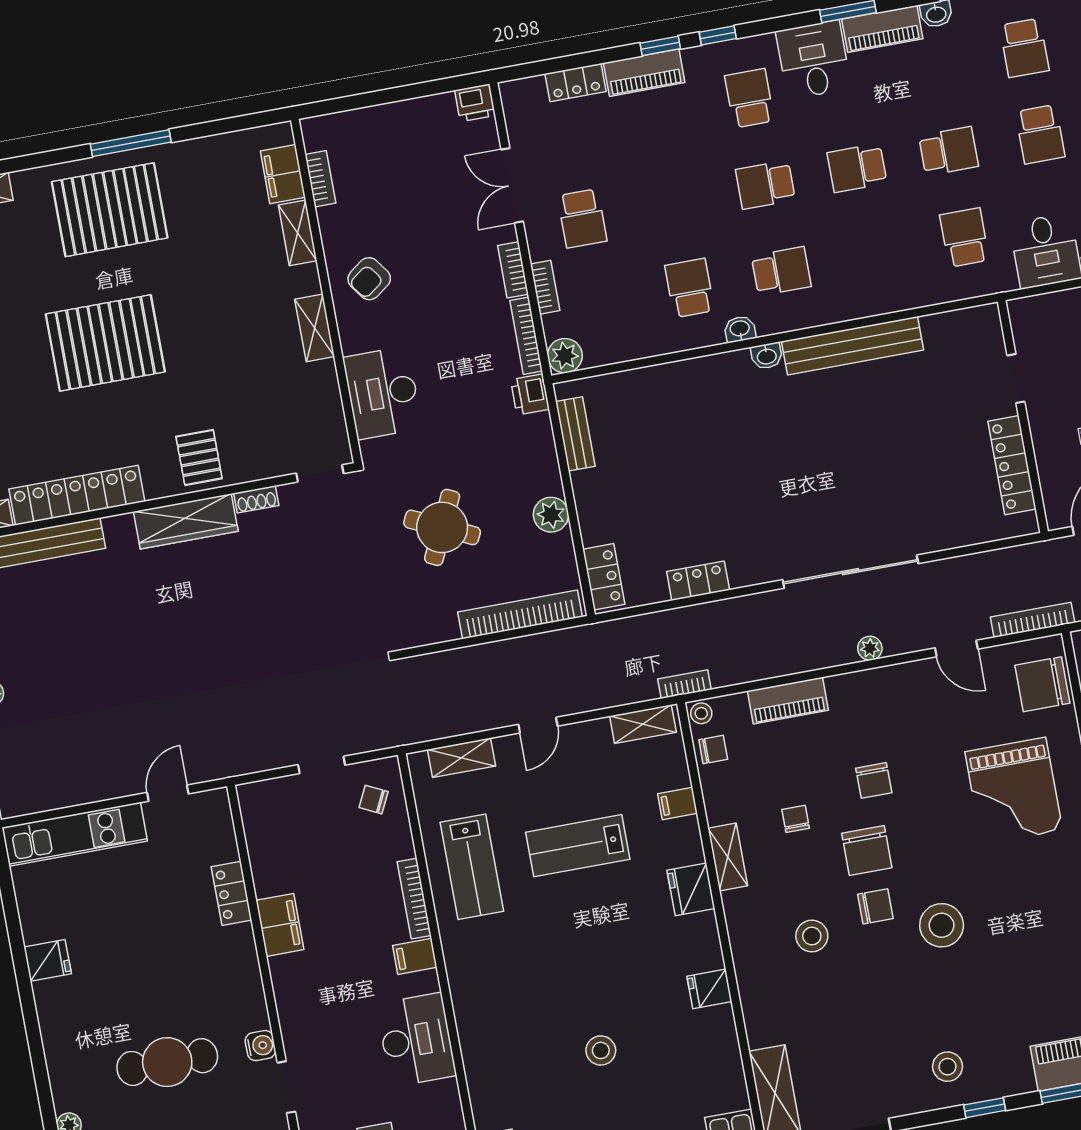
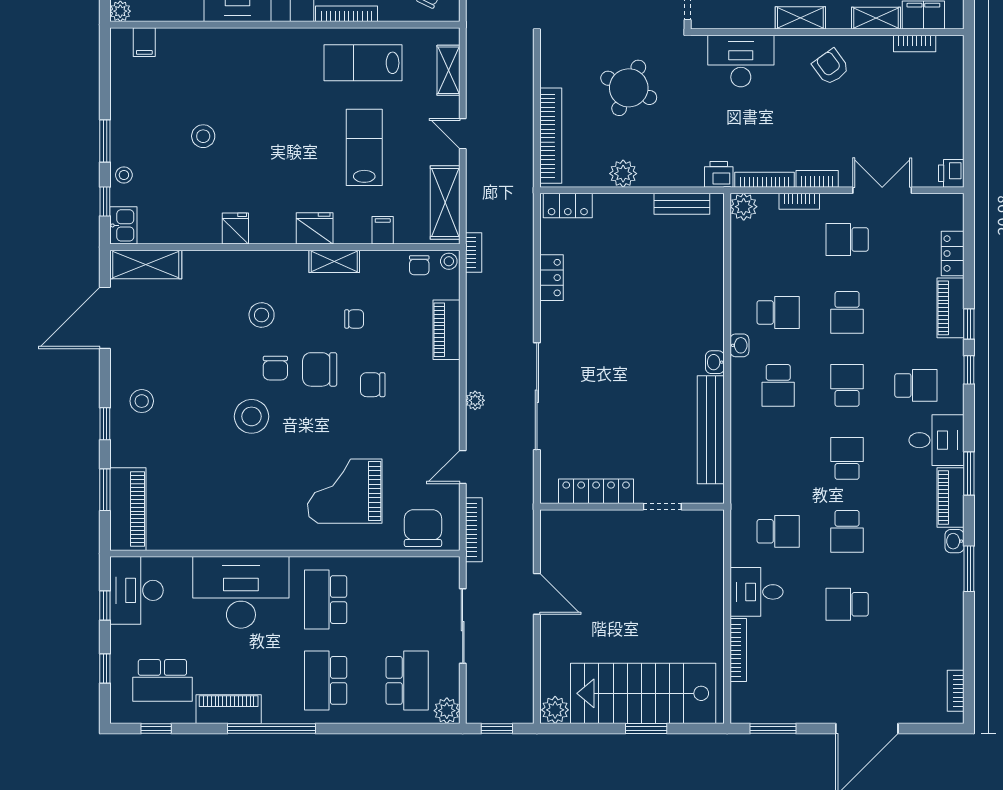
school desk: (1024, 48) -> (847, 312), moved, turned -90
doorway: (1016, 379) -> (662, 507), moved
wall: (1023, 417) -> (632, 507), moved
locker: (1012, 465) -> (596, 491), moved
shelving: (643, 724) -> (445, 202), width x1.50, depth x1.33

